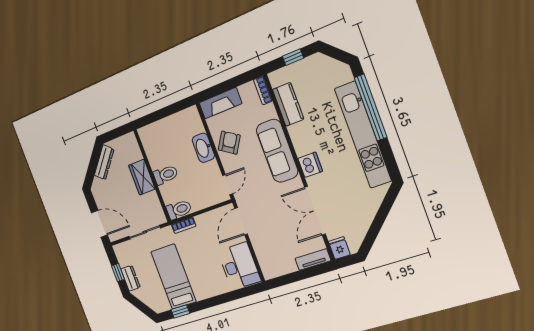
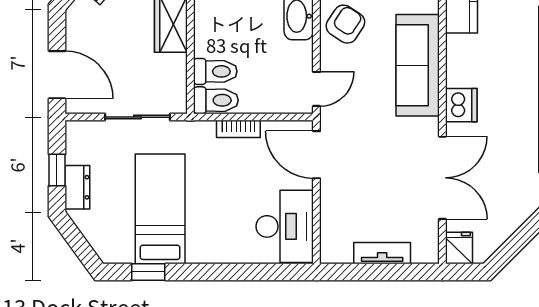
toilet: (166, 175) -> (215, 71), moved
double door: (315, 211) -> (442, 178), swing flipped
door: (241, 221) -> (316, 155), hinge flipped
bookcase: (184, 225) -> (238, 129), moved
tv unit: (313, 259) -> (382, 253), moved

